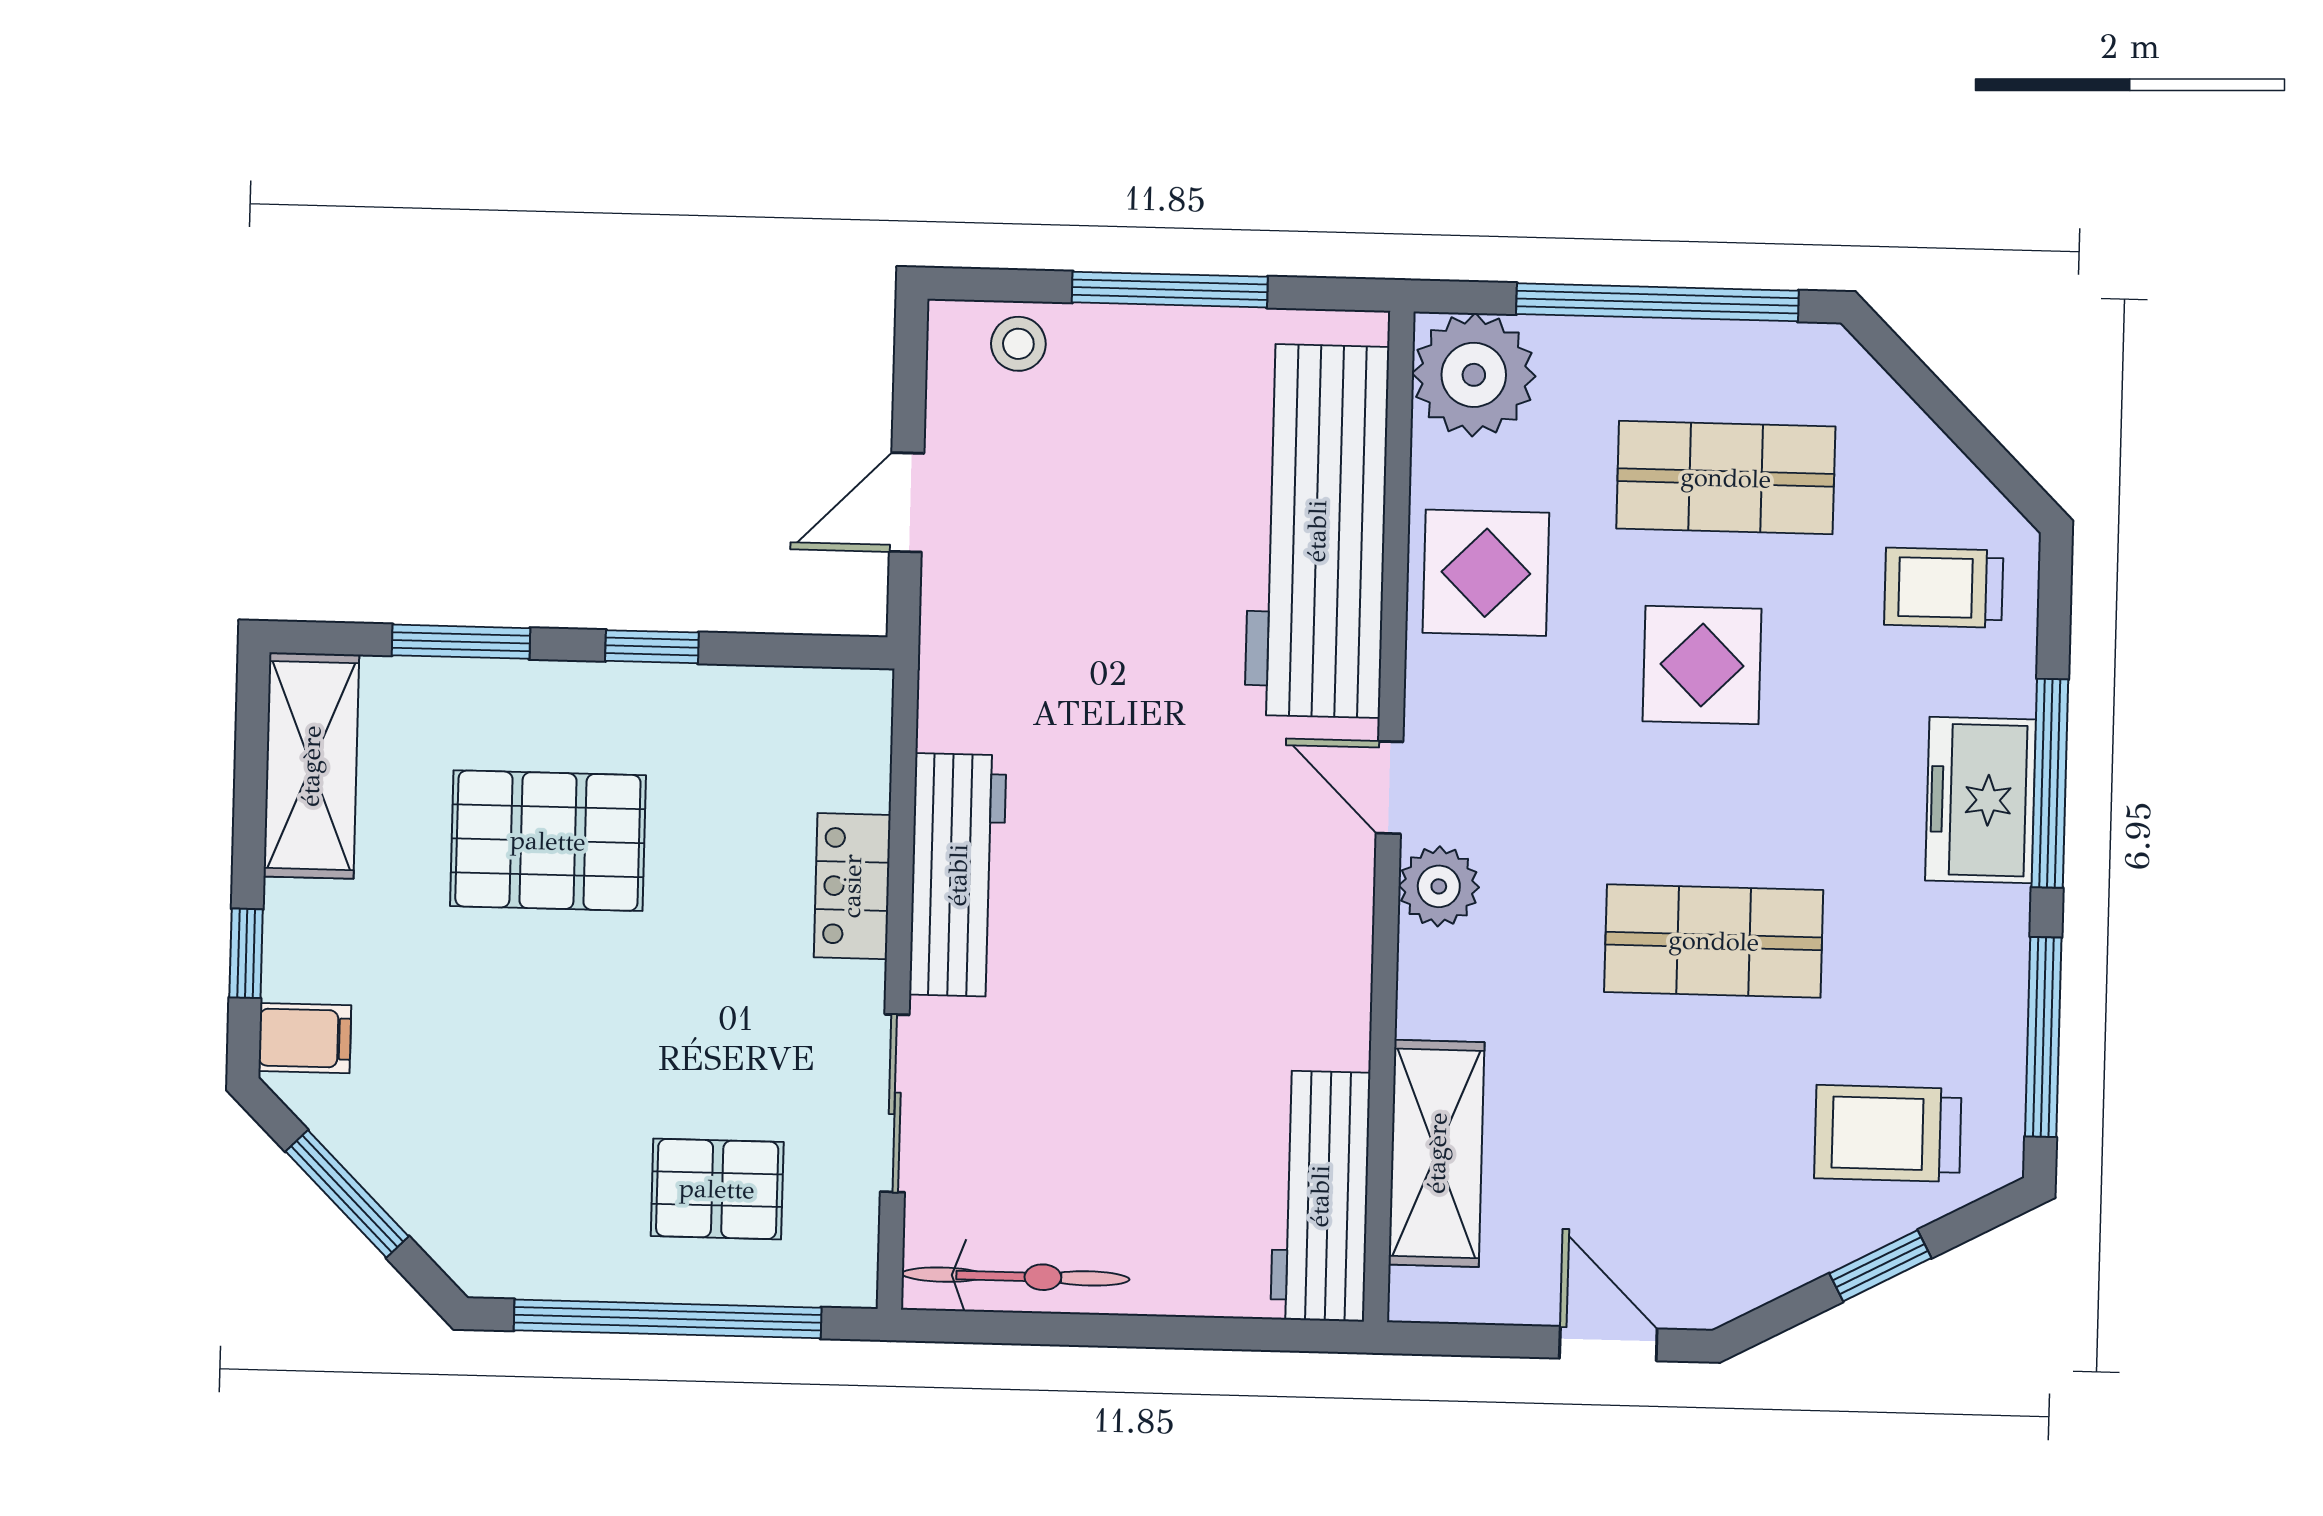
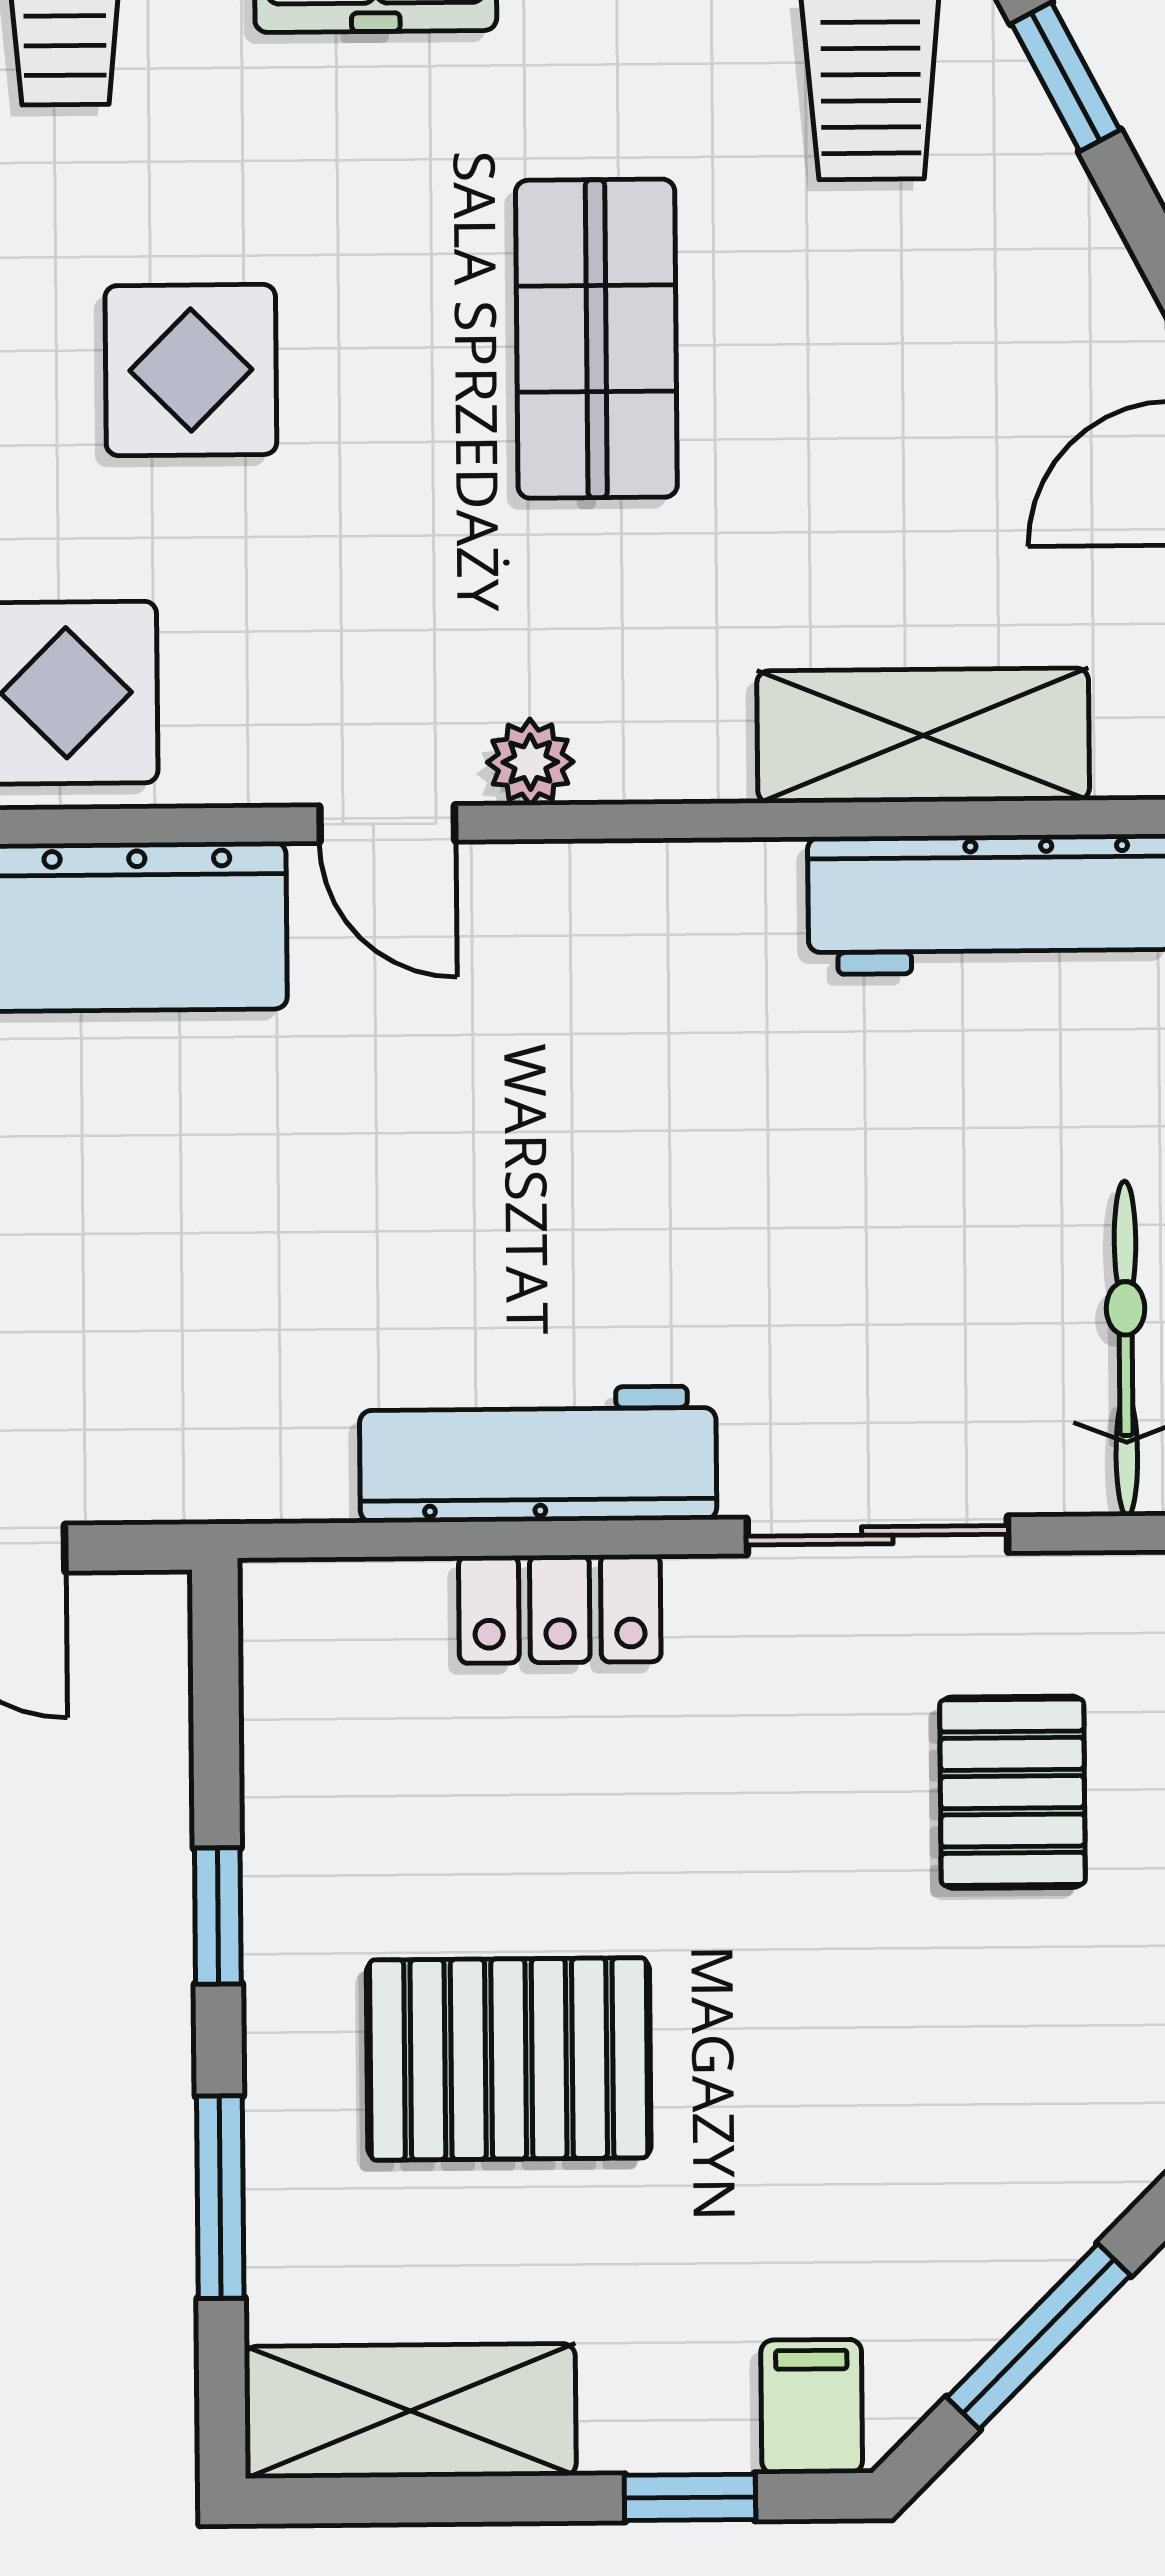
door: (1389, 788) -> (387, 824), hinge flipped
pallet: (548, 841) -> (509, 2059), turned 90
plant: (1439, 886) -> (530, 762), width x0.73, depth x0.73

